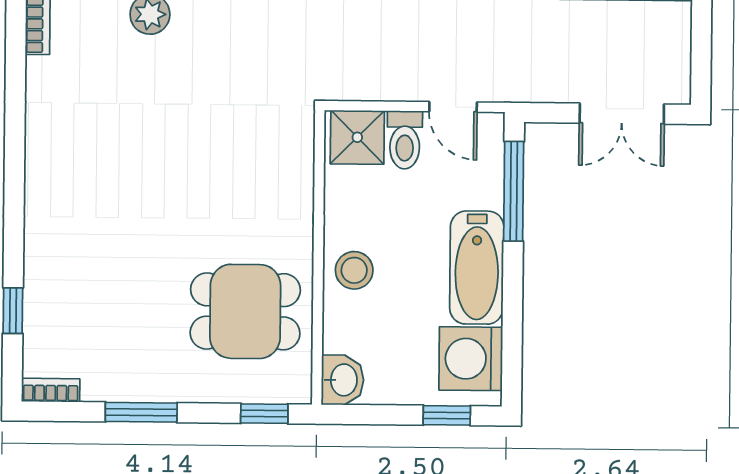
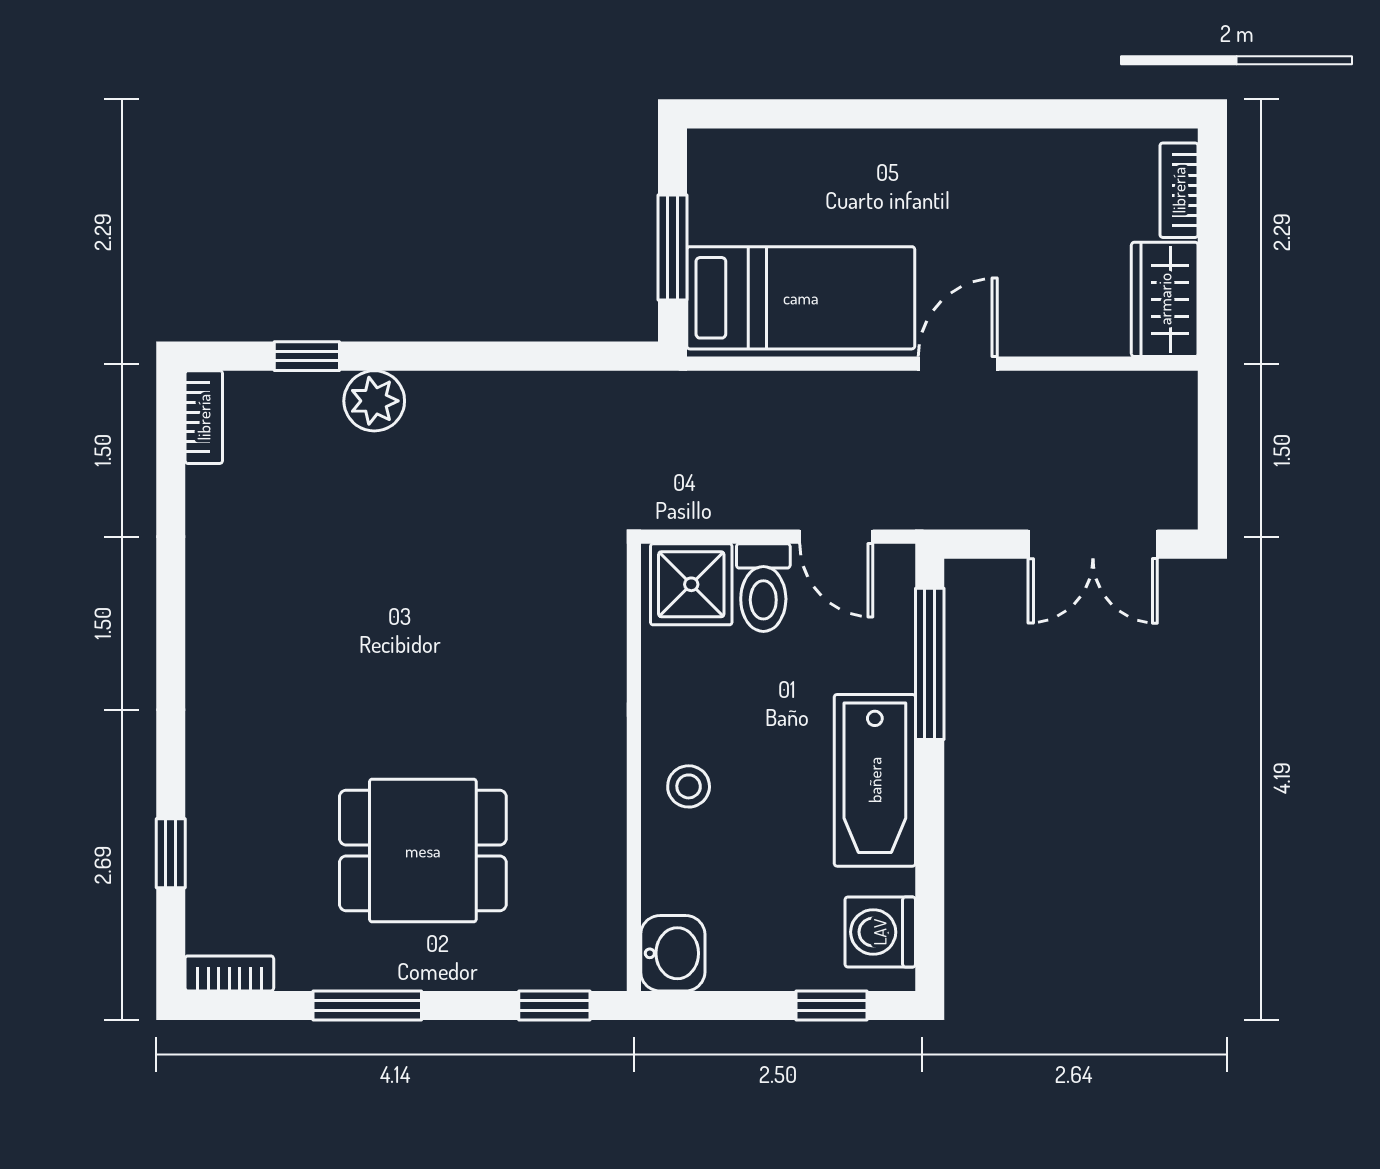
stool: (354, 270) -> (689, 786), width x0.73, depth x0.73
dining table: (245, 311) -> (423, 851), moved
washing machine: (471, 359) -> (880, 932), width x0.73, depth x0.73

